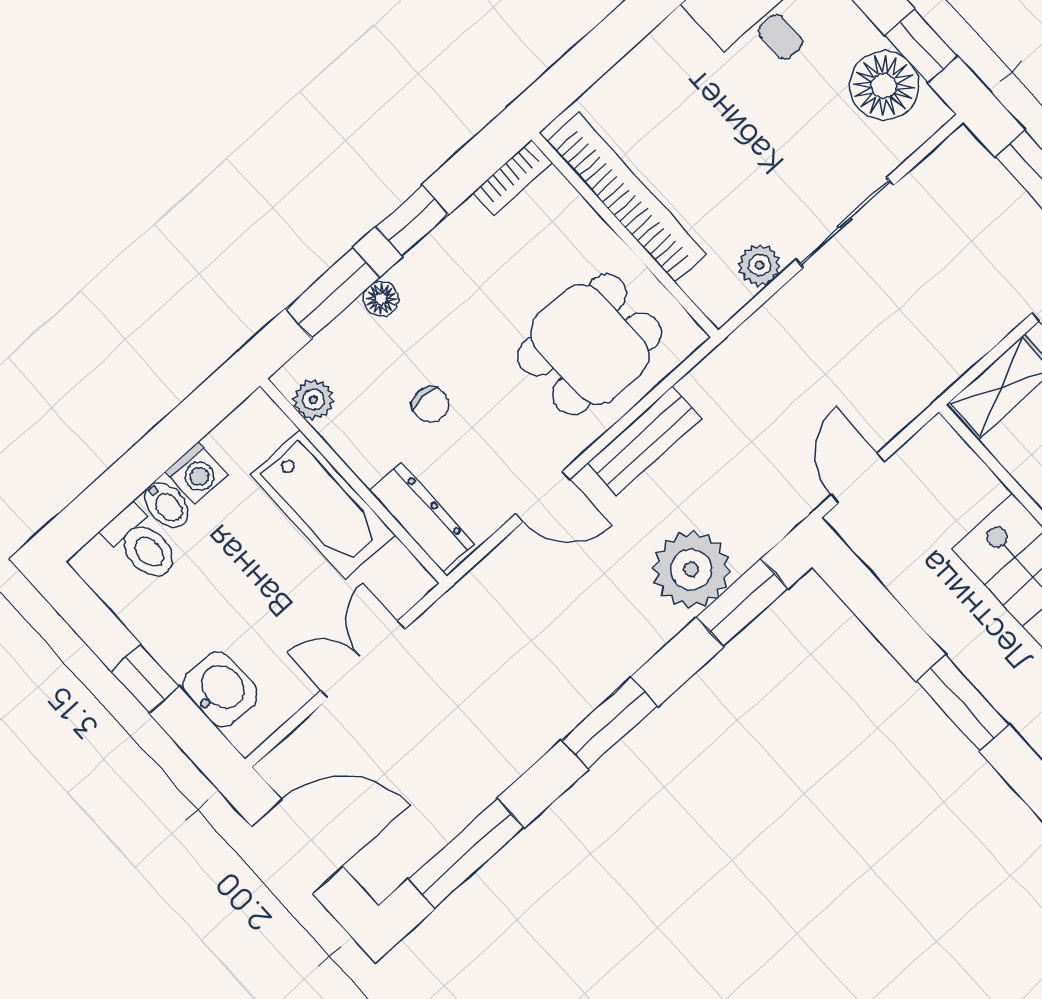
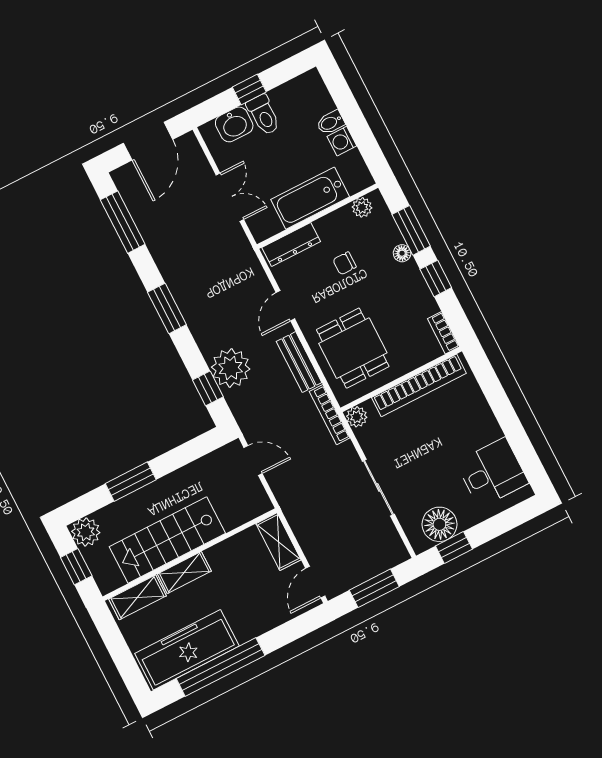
plant: (759, 265) -> (357, 417), moved
bookcase: (730, 354) -> (330, 415), added
toilet: (142, 544) -> (264, 115), moved, turned -90
window: (742, 603) -> (208, 388), width x0.67

